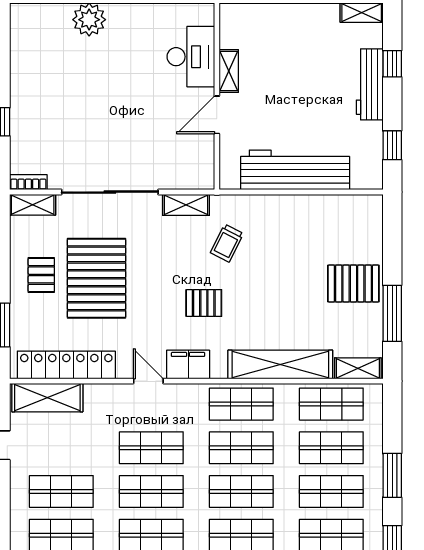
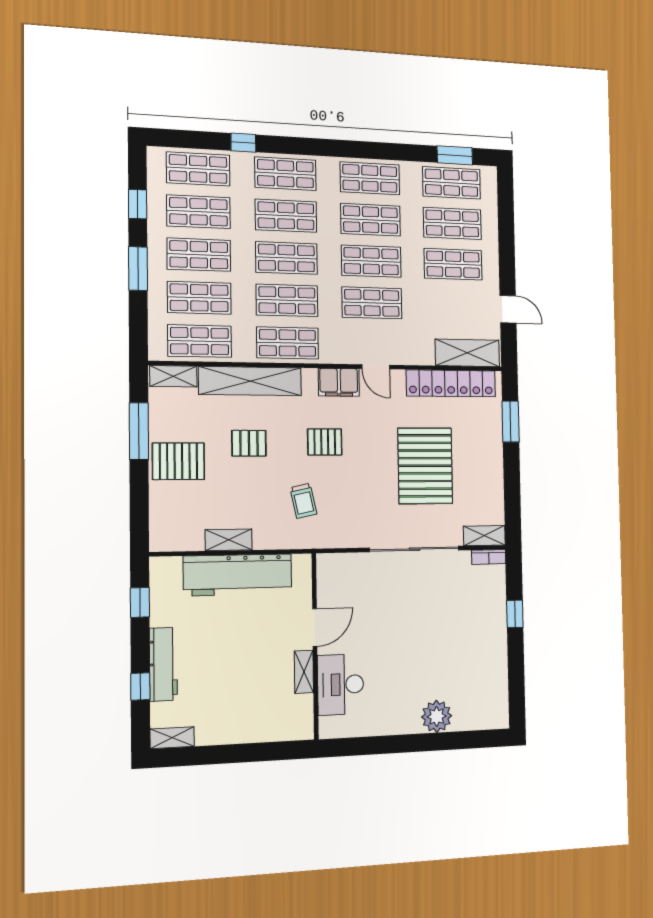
shelving: (186, 205) -> (229, 540), moved
trolley: (227, 243) -> (303, 501), turned 141
pallet: (41, 275) -> (249, 443), moved, turned 90

